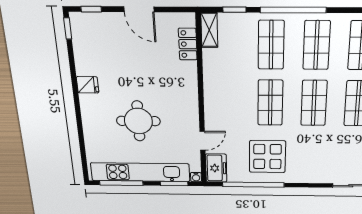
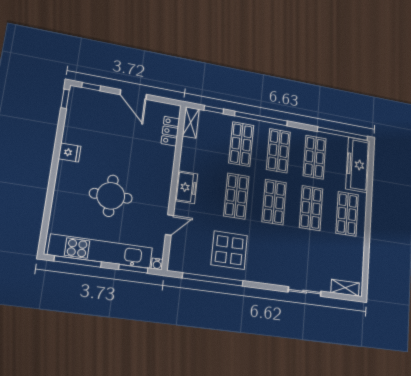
freezer: (216, 168) -> (186, 187), moved

